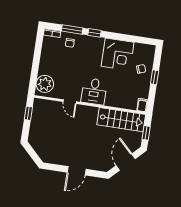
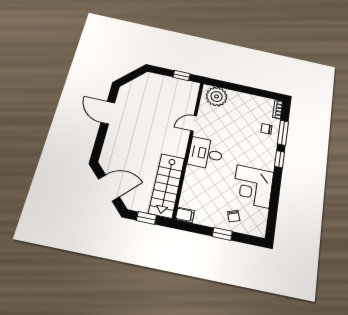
door: (77, 171) -> (108, 113), moved

